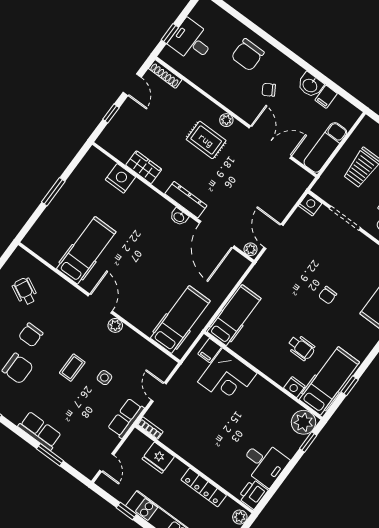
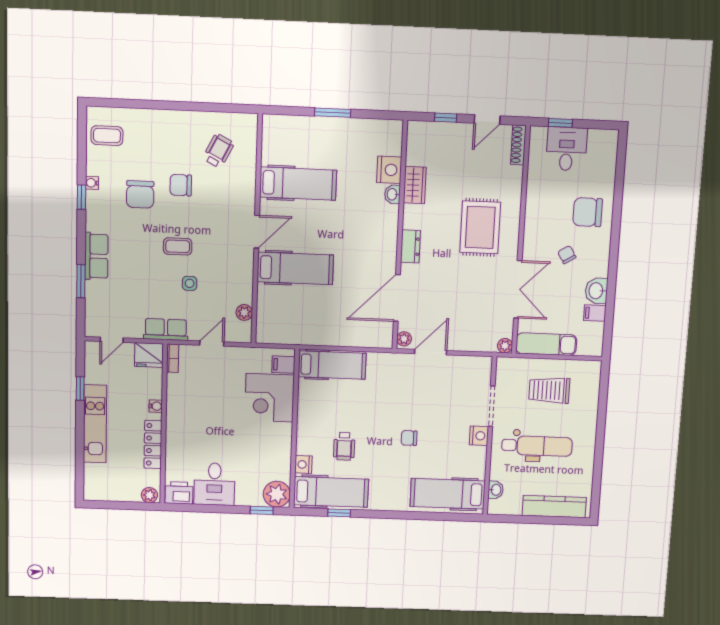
plant: (226, 120) -> (505, 346), moved
rug: (206, 140) -> (480, 227), width x1.36, depth x1.43
dresser: (186, 200) -> (410, 246), width x0.70
nightstand: (310, 205) -> (479, 436), moved
washbasin: (179, 217) -> (392, 194), moved
hospital bed: (180, 320) -> (295, 268), moved
plant: (115, 325) -> (244, 312), moved
fridge: (158, 458) -> (149, 355), moved, turned -90
water cooler: (177, 465) -> (156, 406), added

